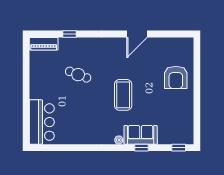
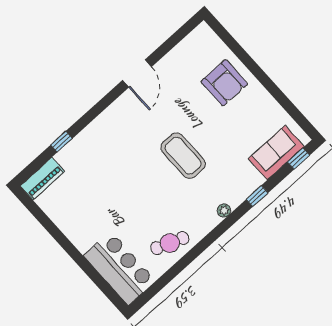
cafe table: (78, 75) -> (170, 243), moved
sofa: (141, 135) -> (276, 153), moved

